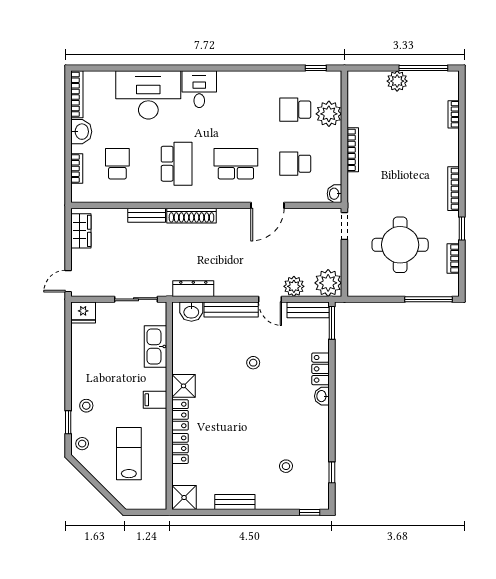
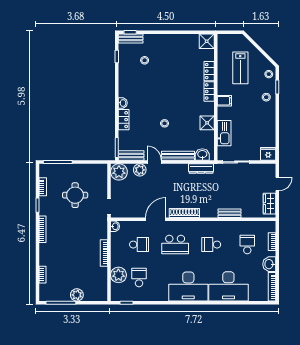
desk: (199, 89) -> (188, 287), width x1.87, depth x1.30
school desk: (295, 110) -> (139, 277), turned -90
school desk: (117, 164) -> (247, 245), turned 180
school desk: (177, 164) -> (211, 245), width x0.54
shoe rack: (191, 216) -> (184, 213), moved
round table: (400, 245) -> (75, 195), width x0.73, depth x0.73
door: (68, 281) -> (277, 184), moved
shower: (183, 386) -> (207, 123), moved
bench: (235, 502) -> (131, 38), moved

